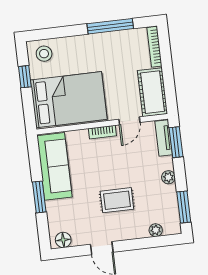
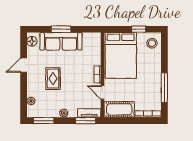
sofa: (55, 166) -> (61, 41), moved

